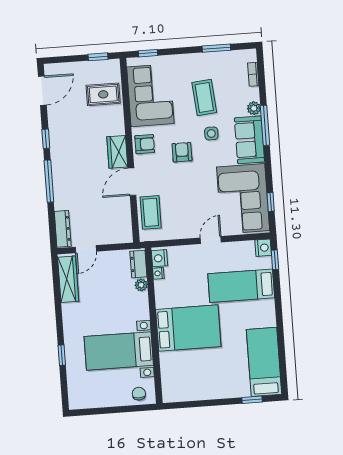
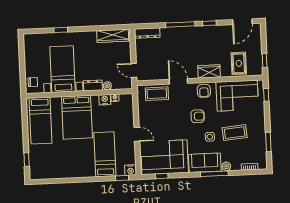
door: (42, 91) -> (242, 22), hinge flipped
wardrobe: (117, 152) -> (209, 71), moved
door: (86, 249) -> (134, 70), moved
nightstand: (159, 258) -> (105, 100), moved
dresser: (138, 264) -> (93, 86), moved
bed: (264, 362) -> (41, 121), moved, turned 90

